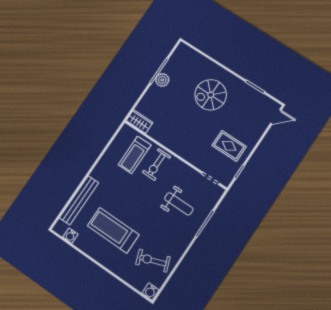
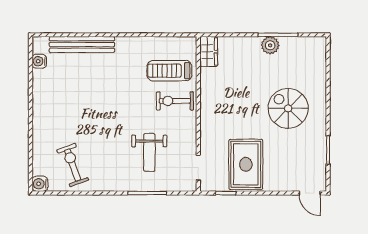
rug: (229, 146) -> (246, 164), width x1.36, depth x1.43
treadmill: (113, 230) -> (75, 102), removed

